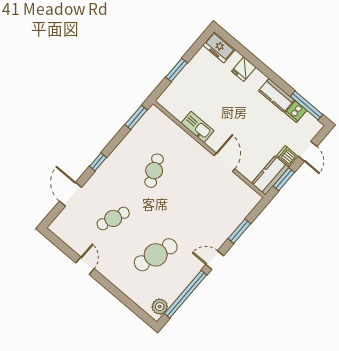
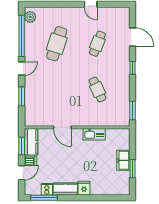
freezer: (219, 47) -> (123, 160), moved, turned -90
fridge: (244, 69) -> (84, 188), moved
window: (177, 70) -> (133, 169), moved
door: (308, 151) -> (22, 173), swing flipped

